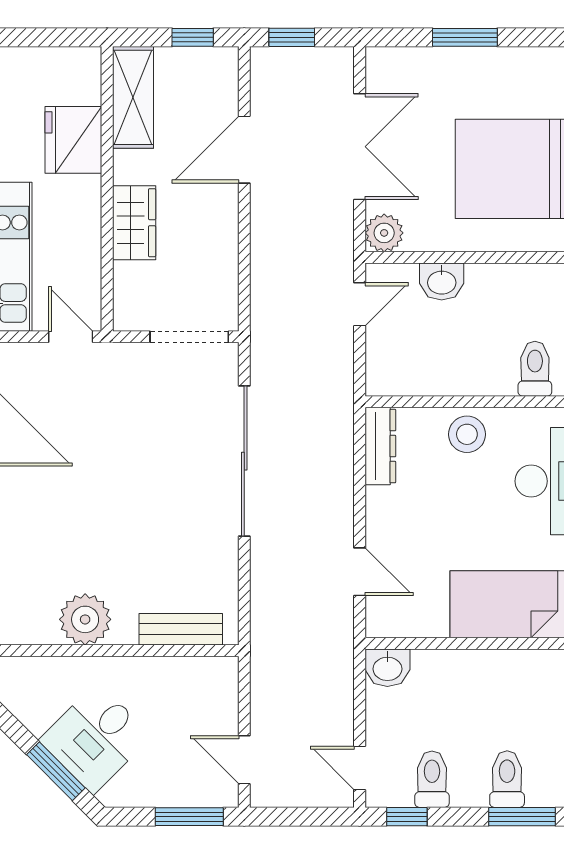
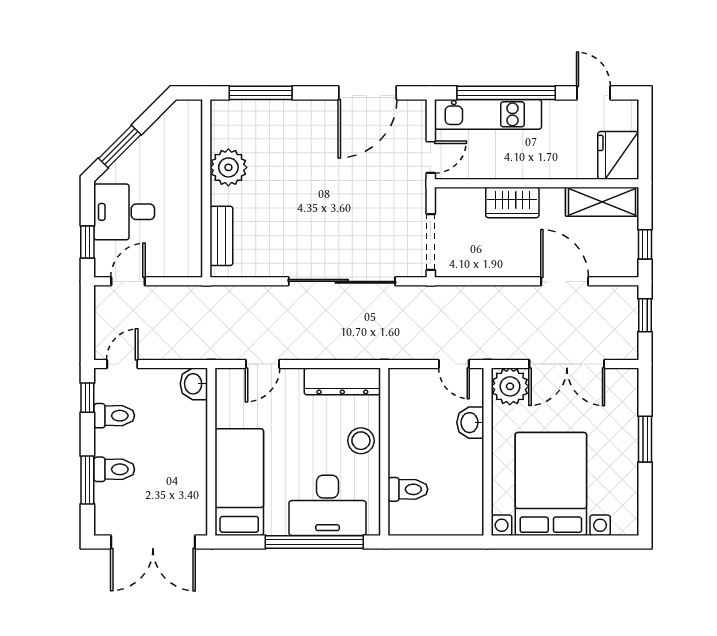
fridge: (73, 140) -> (618, 155), moved, turned -90
plant: (384, 233) -> (510, 386), width x1.36, depth x1.36
dresser: (380, 446) -> (342, 381), width x1.37, depth x1.24
desk: (95, 738) -> (124, 212), moved, turned -45
window: (189, 817) -> (87, 242), width x0.67

